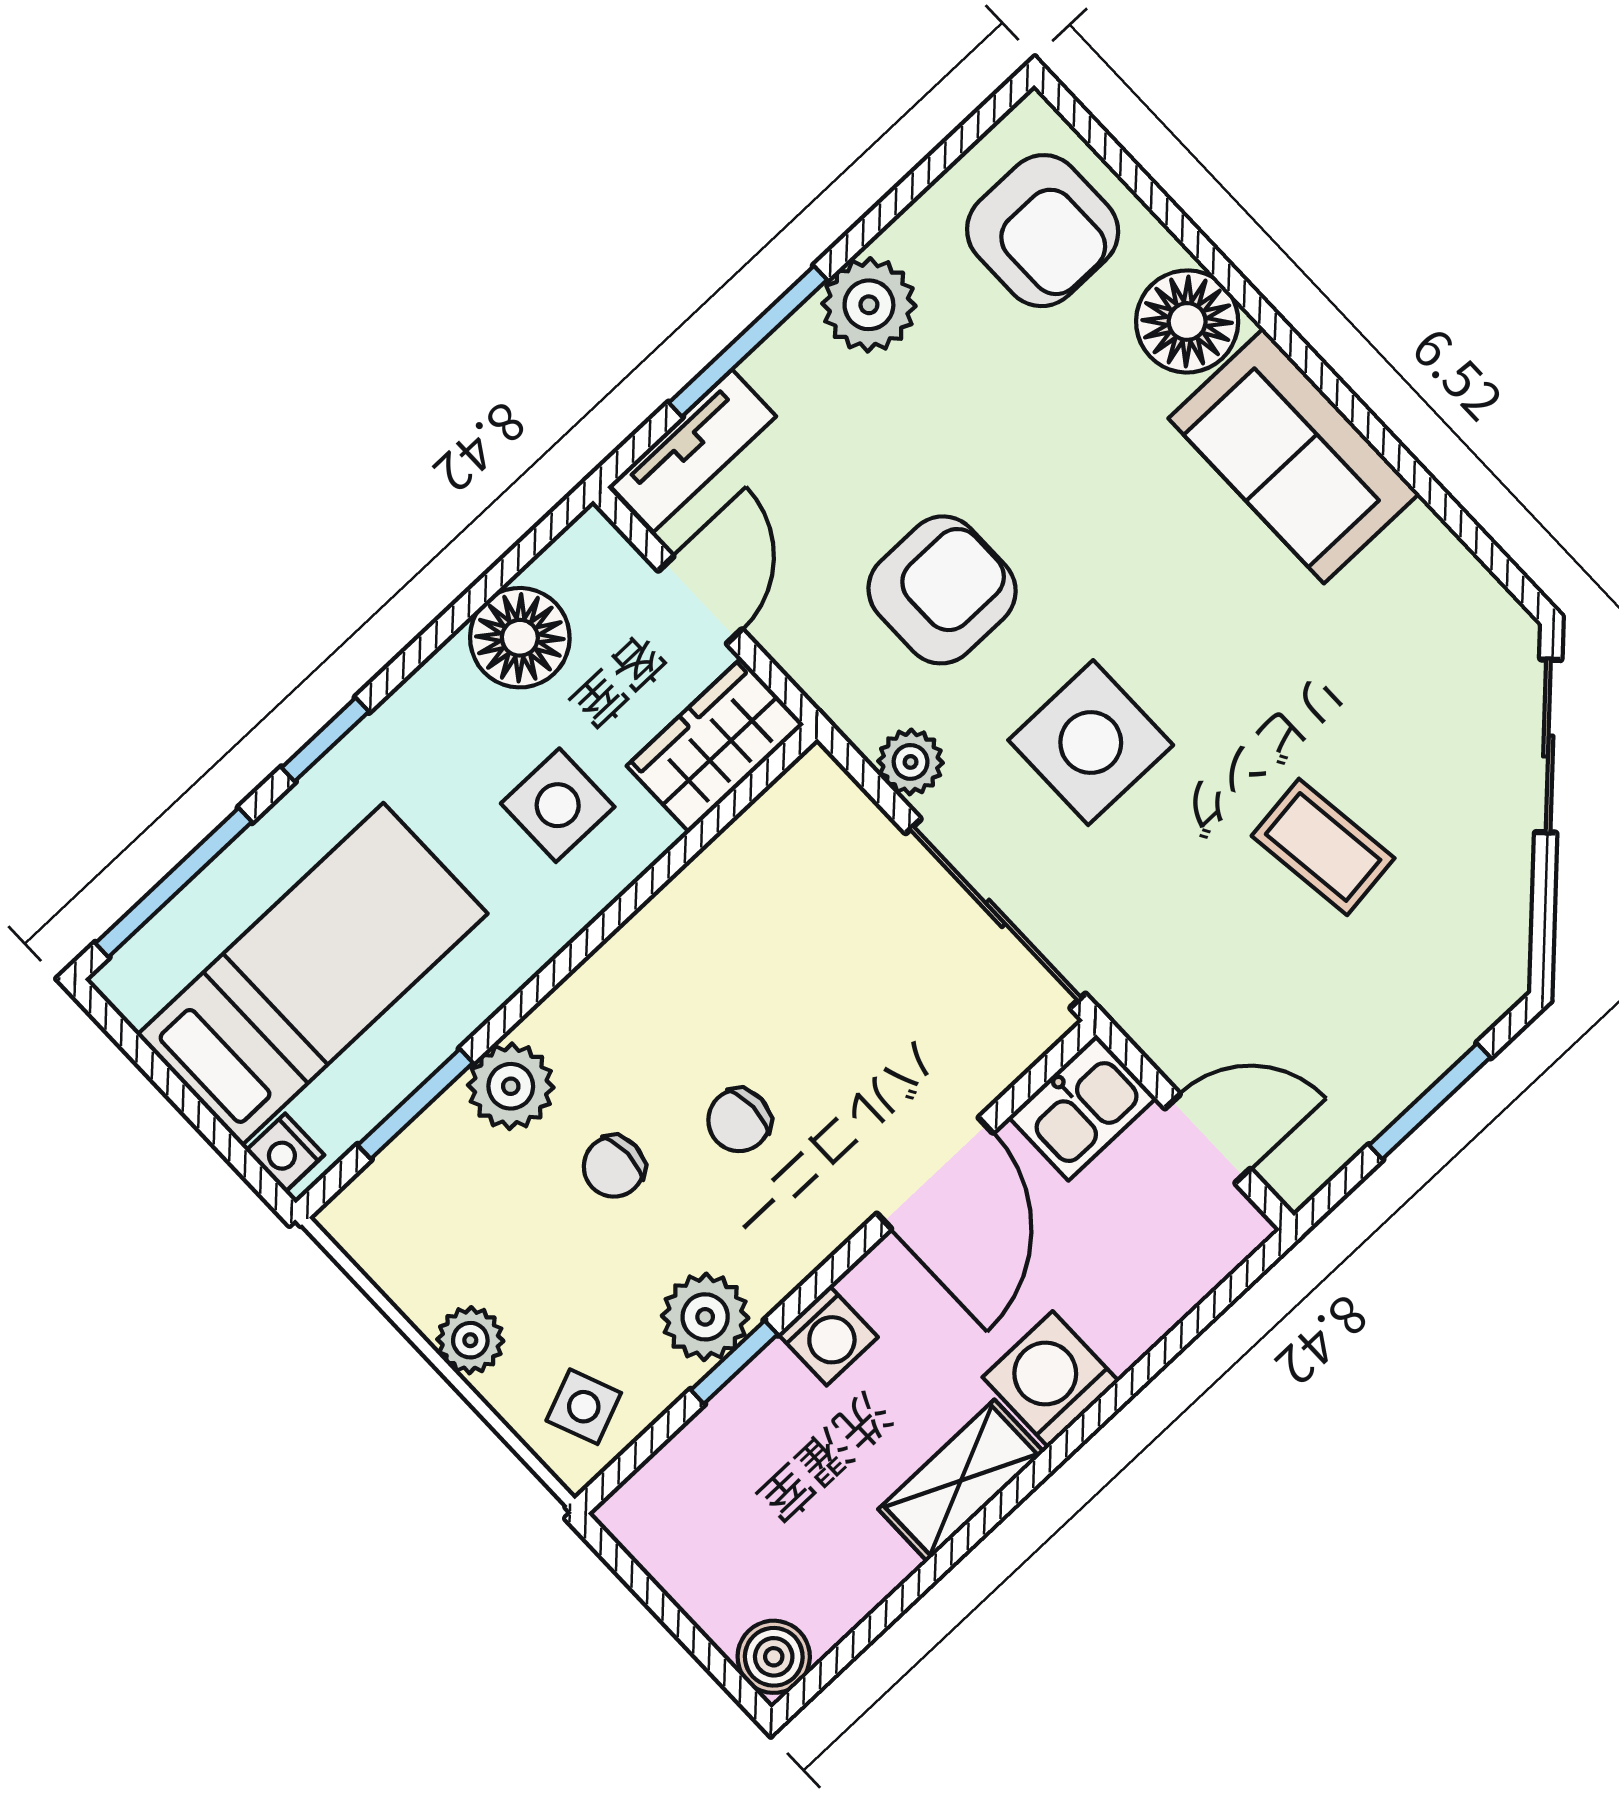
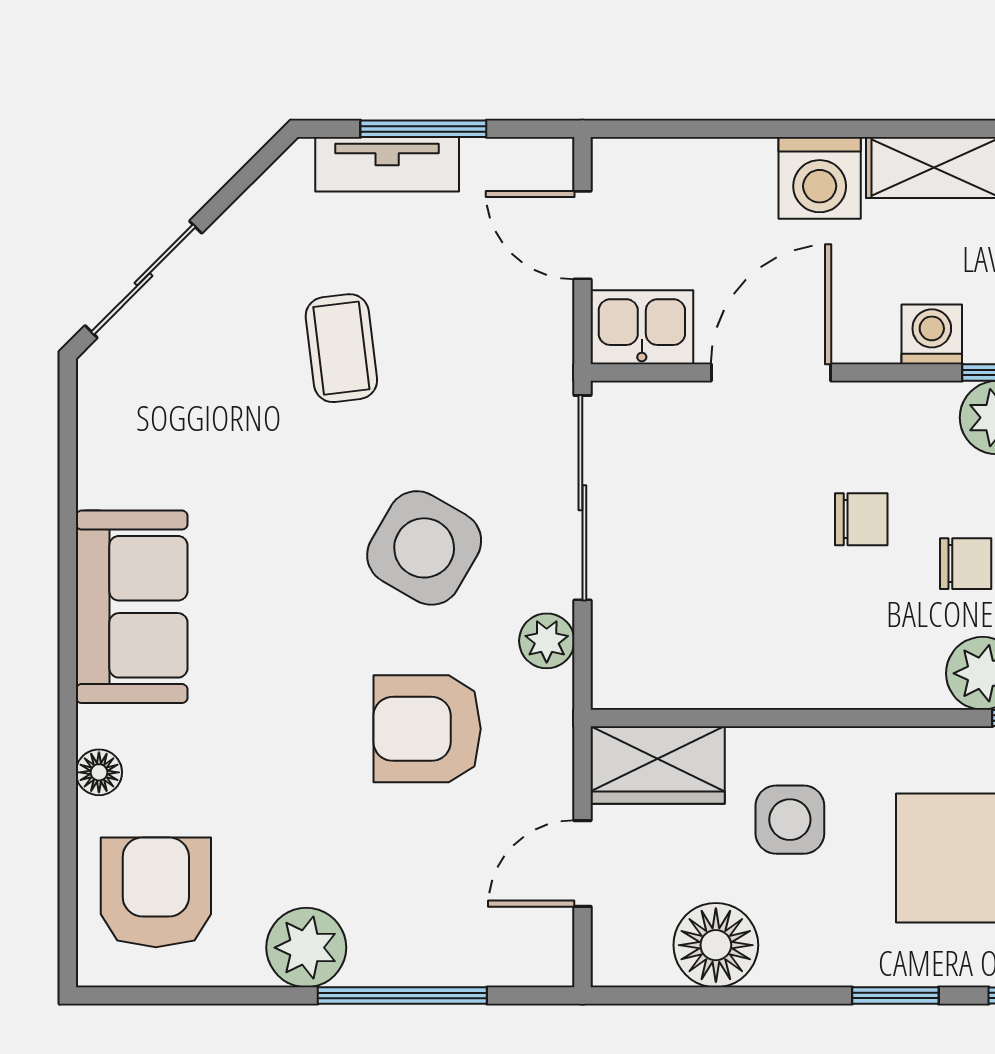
floor lamp: (1187, 321) -> (99, 772), width x0.53, depth x0.53
tv unit: (693, 451) -> (387, 164), moved, turned 180
side table: (1091, 743) -> (424, 548), turned 30

